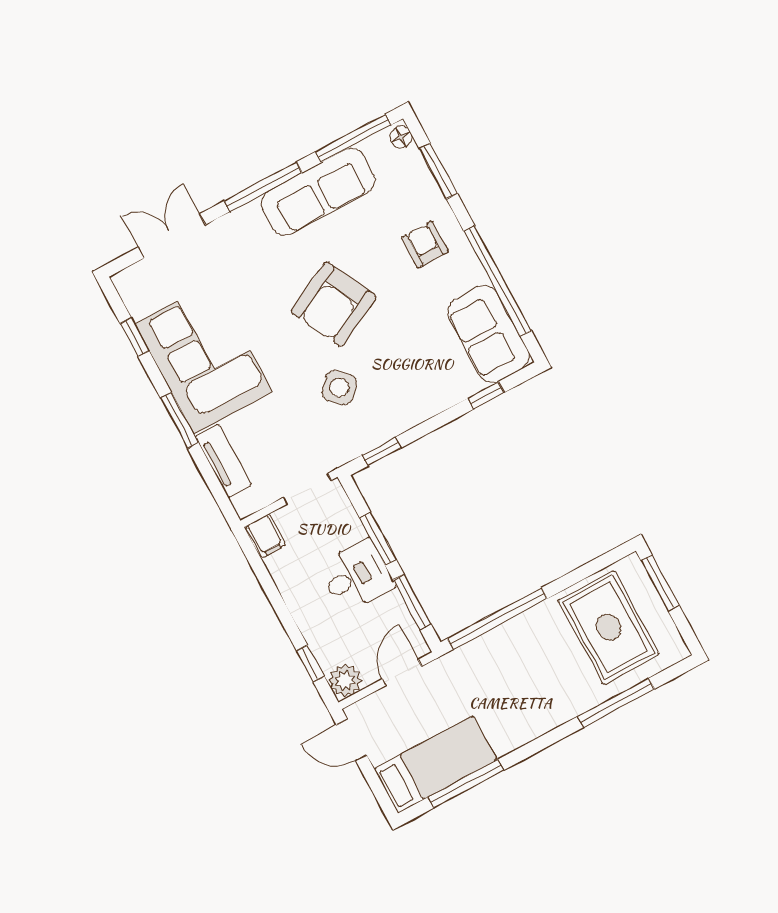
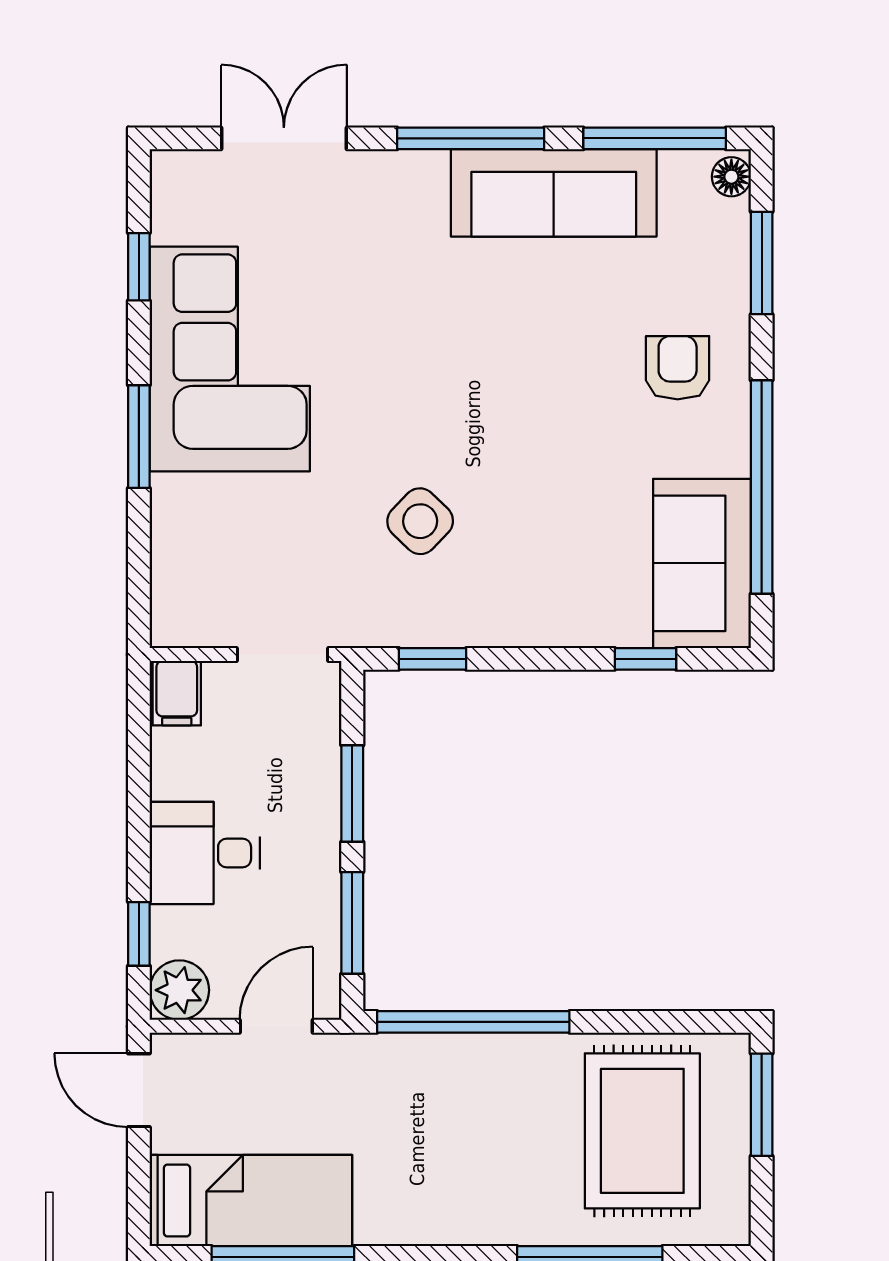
armchair: (334, 304) -> (482, 384), removed
tv unit: (223, 461) -> (174, 538), removed
desk: (356, 576) -> (205, 853), moved, turned 180

